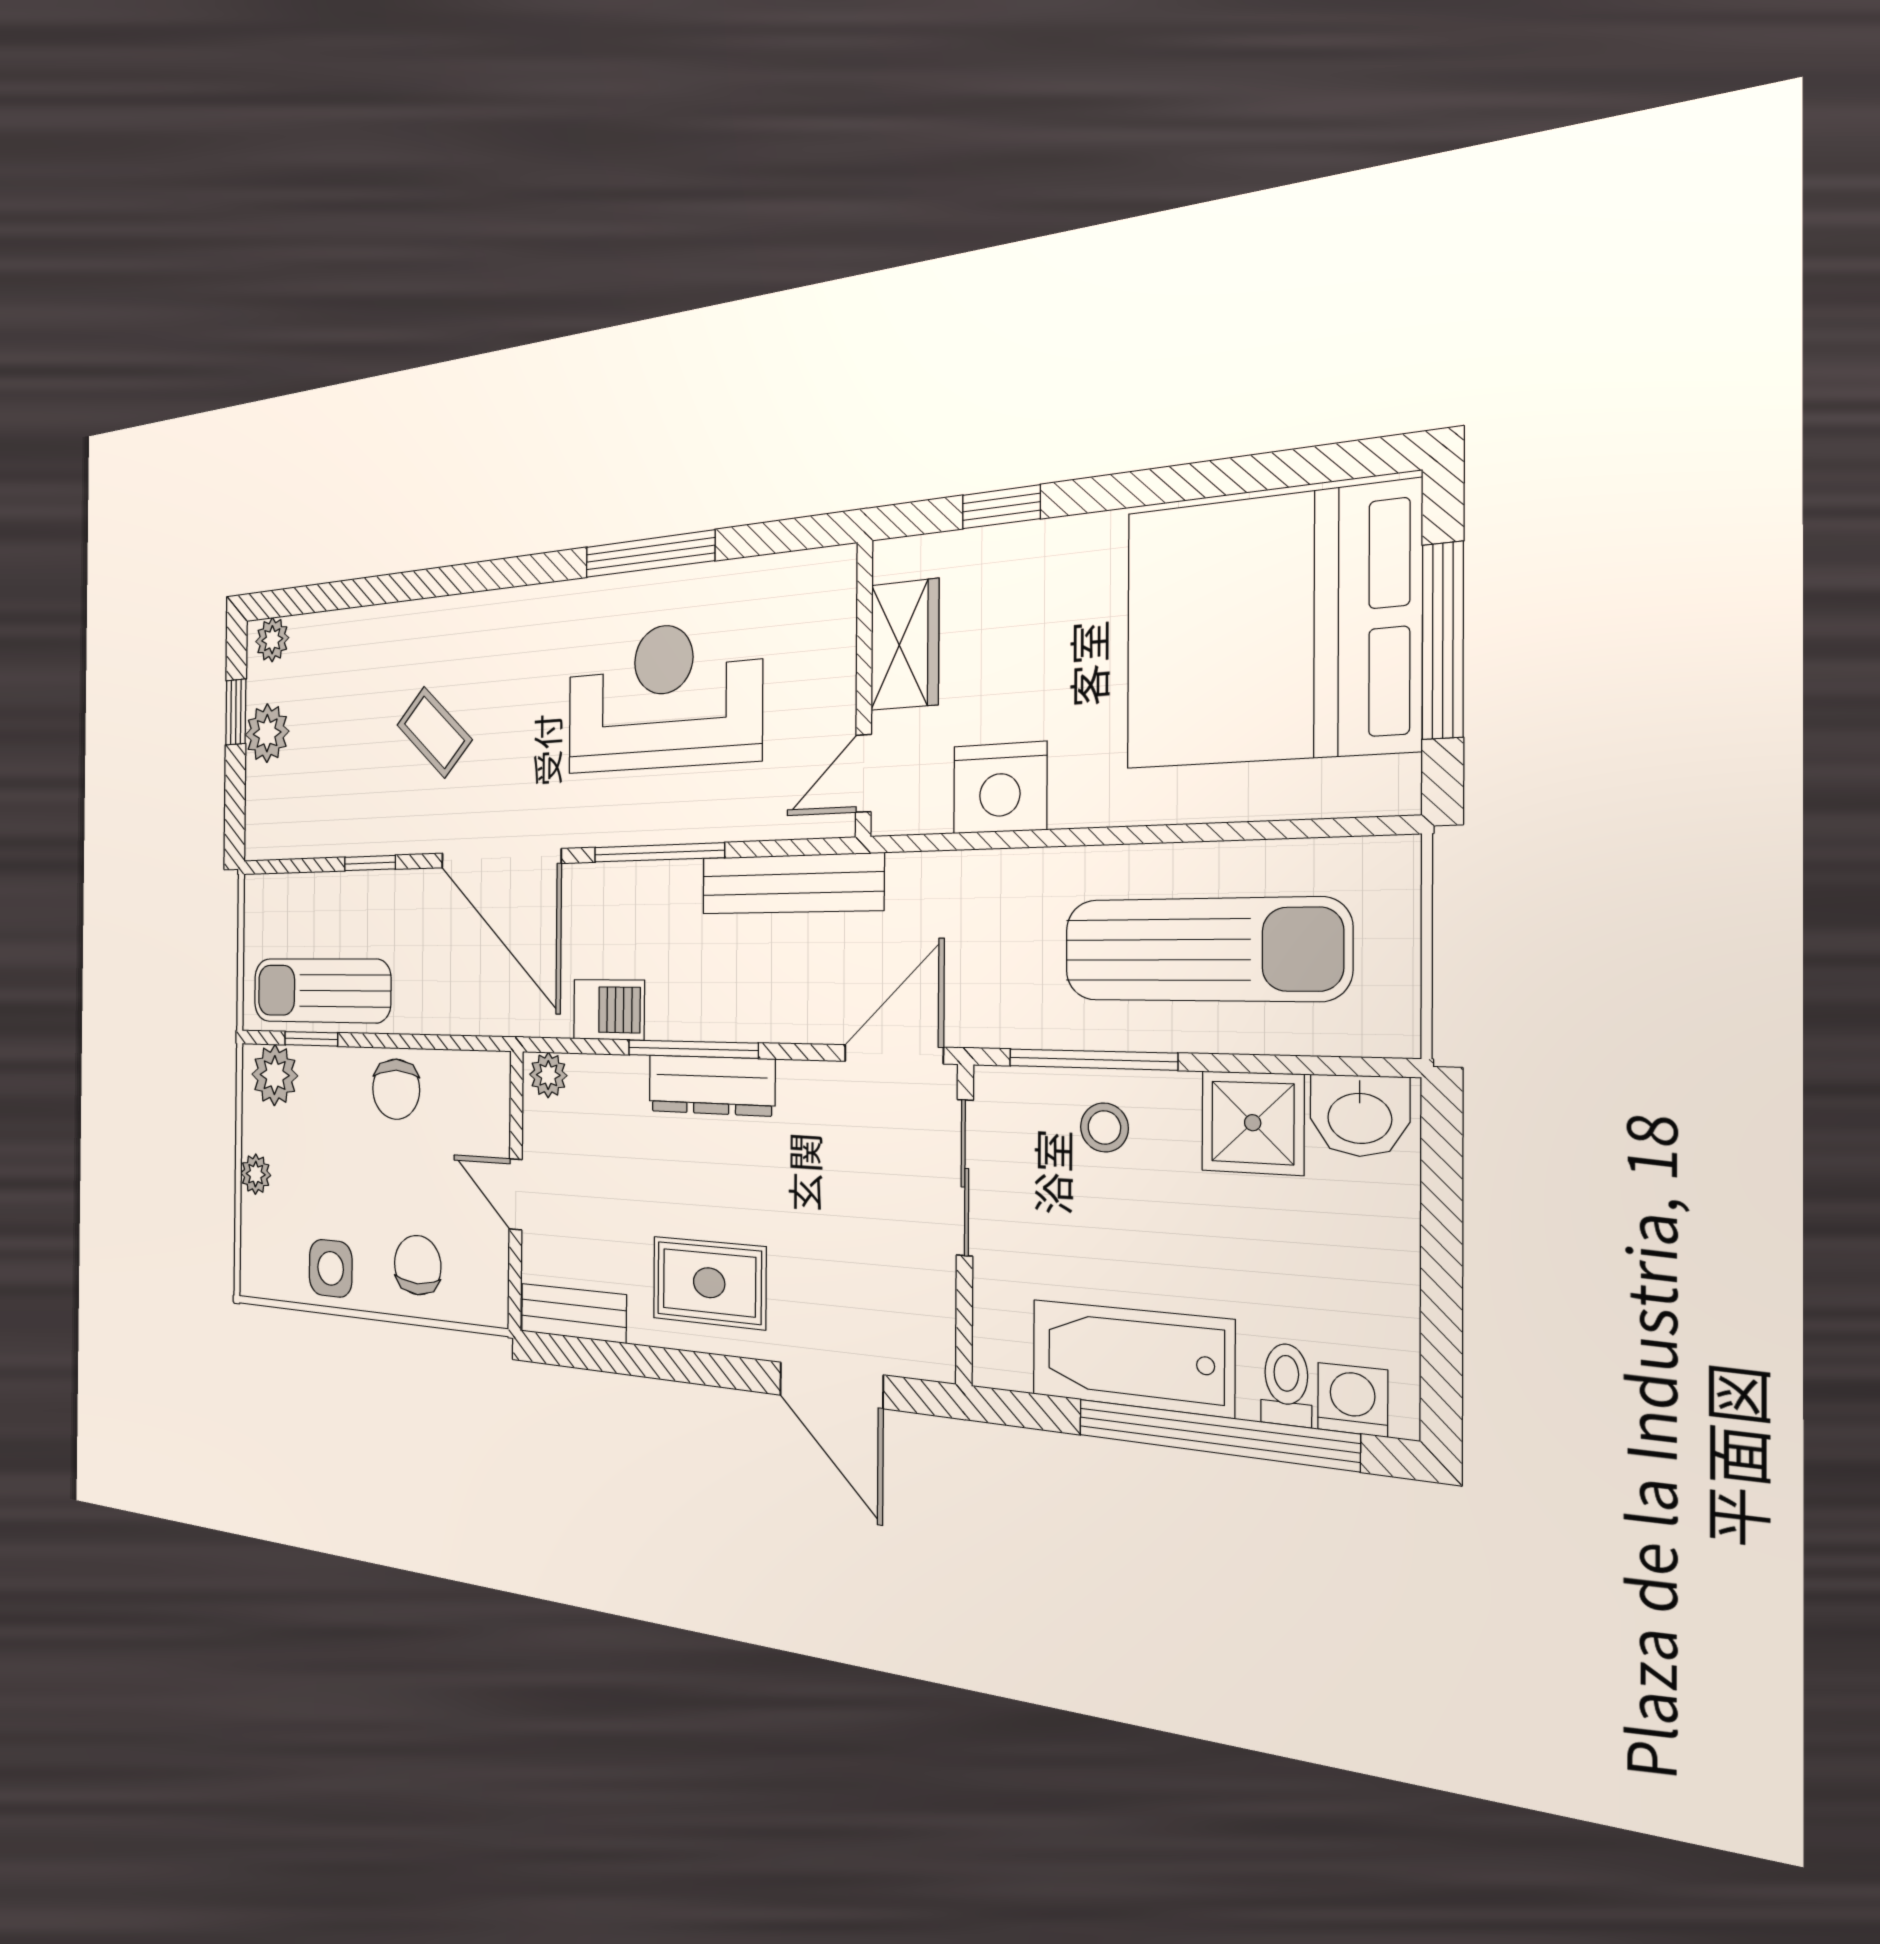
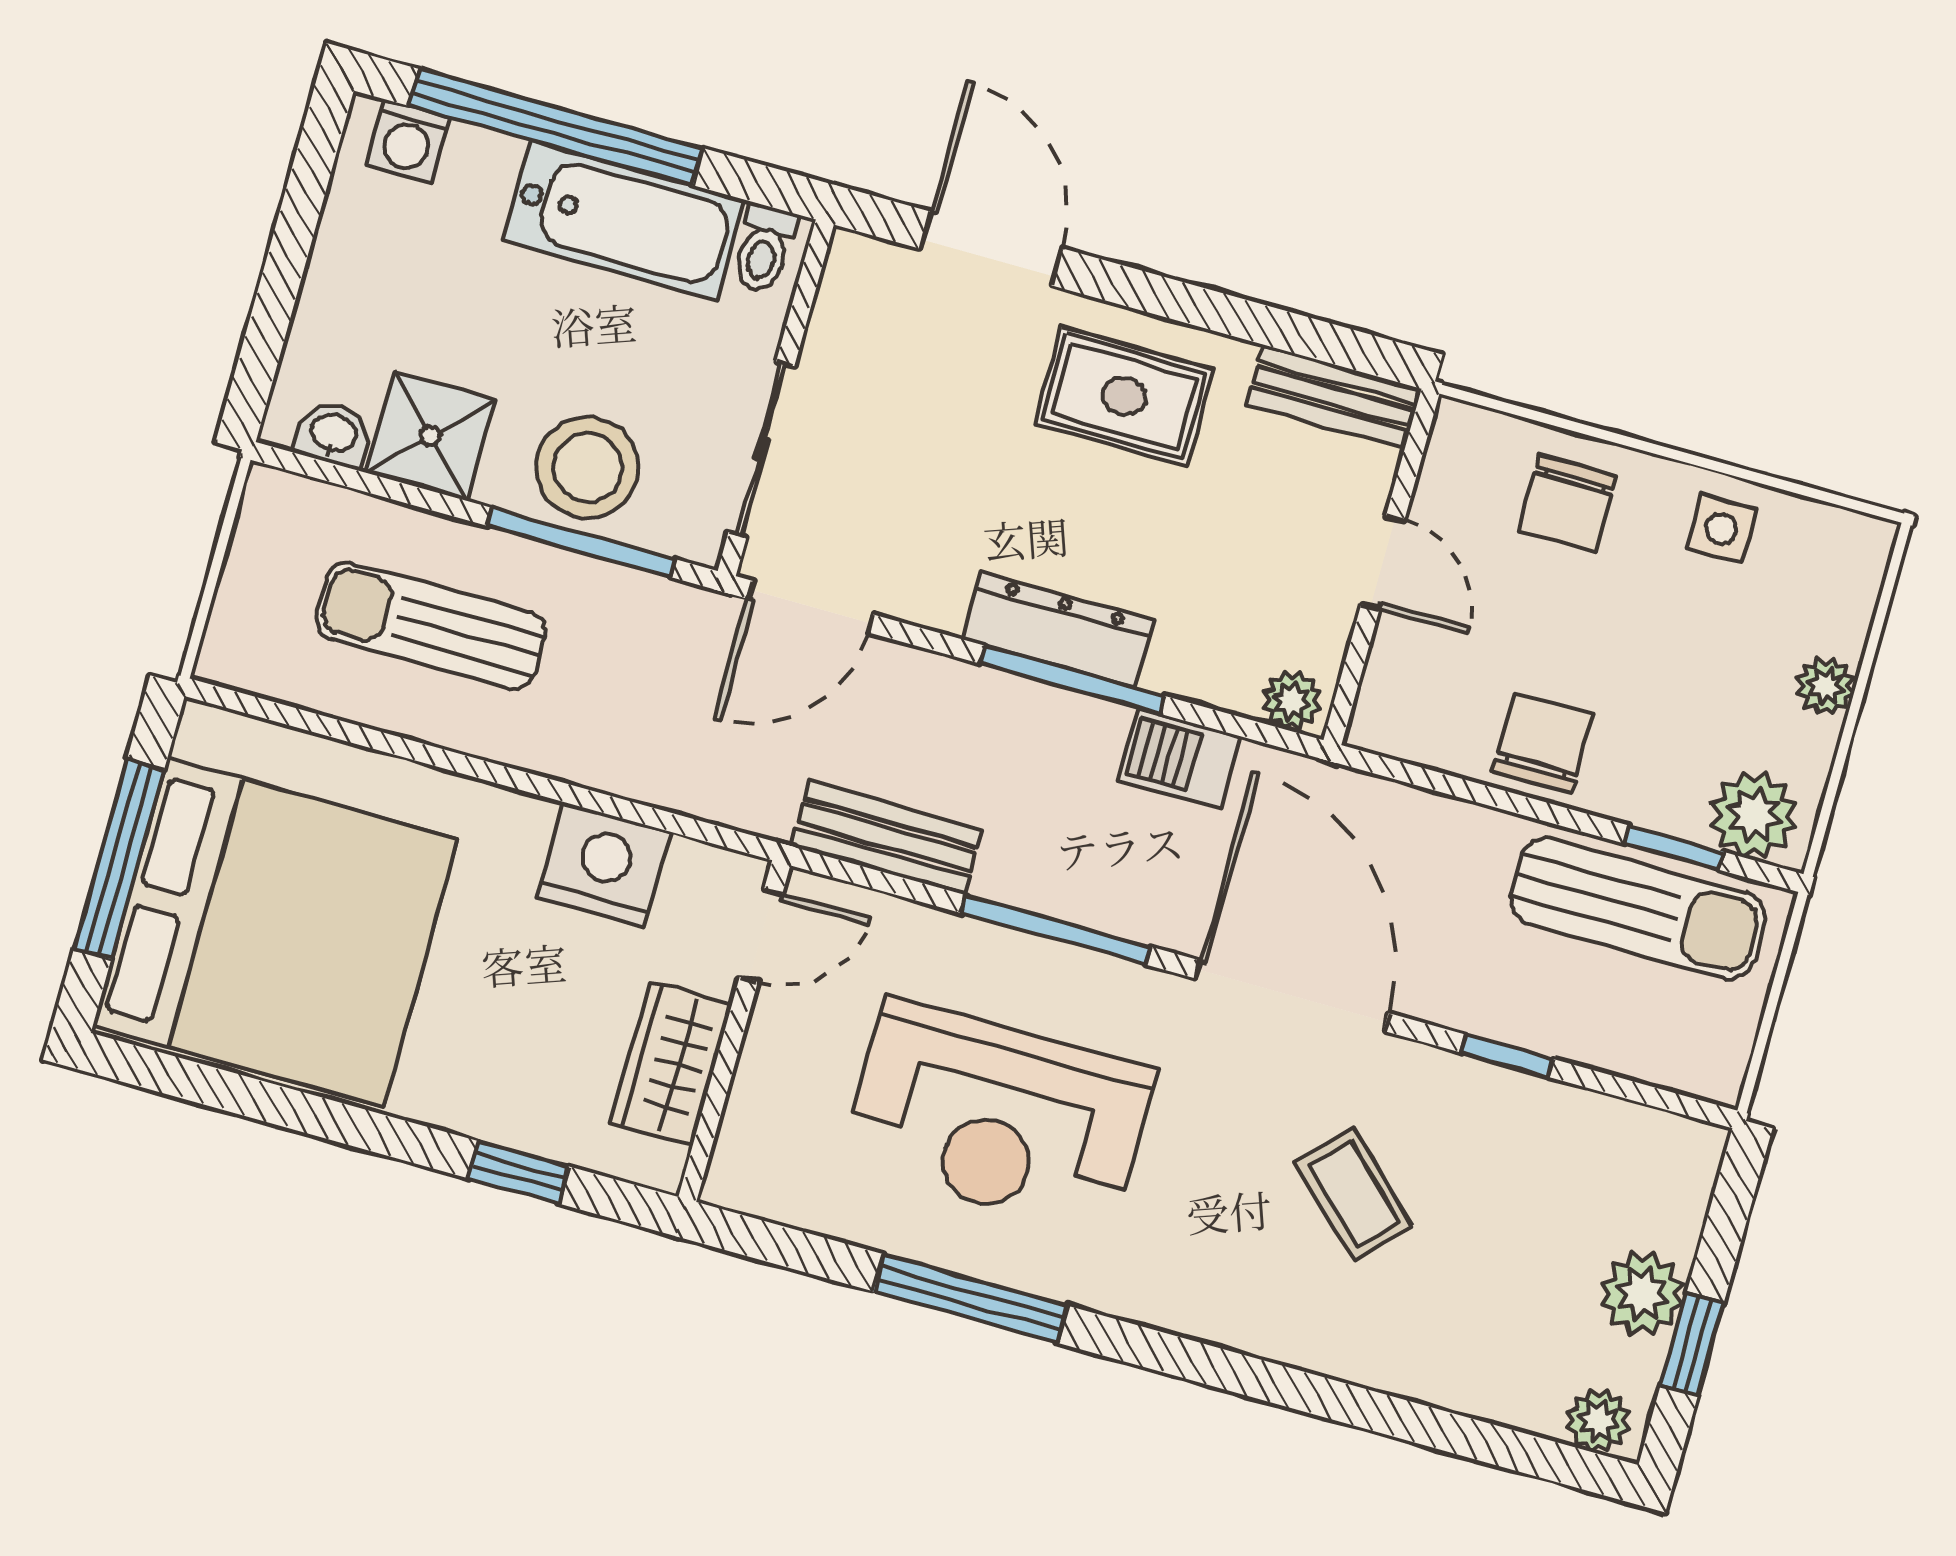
bench: (791, 884) -> (887, 837), width x0.73
sun lounger: (1204, 950) -> (431, 626), width x0.73, depth x0.75
washbasin: (1360, 1116) -> (333, 434), width x0.72, depth x0.69
stool: (1104, 1128) -> (587, 467), width x1.89, depth x1.89
side table: (331, 1268) -> (1721, 529), width x0.73, depth x0.73
toilet: (1286, 1385) -> (764, 249), moved

